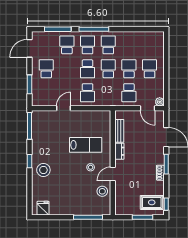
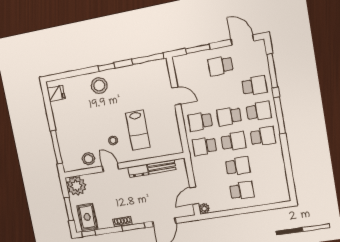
school desk: (46, 69) -> (220, 66), turned 180
school desk: (129, 93) -> (204, 146), moved
plant: (123, 206) -> (76, 186), added

